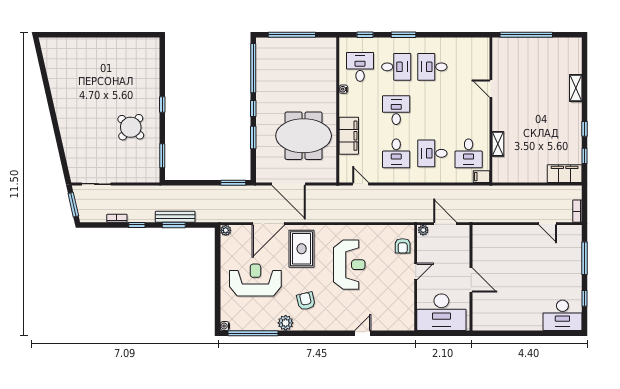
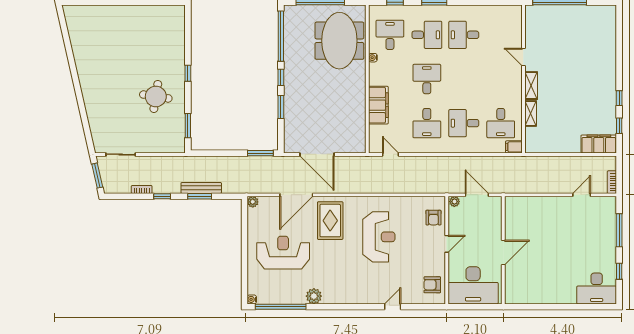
shelving: (576, 88) -> (531, 86), moved
round table: (131, 127) -> (156, 96), turned -33
meeting table: (304, 136) -> (339, 41), moved, turned 90
door: (548, 224) -> (582, 195), swing flipped
door: (471, 280) -> (503, 252), hinge flipped
armchair: (306, 301) -> (432, 285), moved, turned -77

